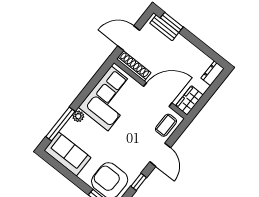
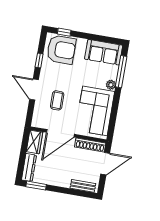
window: (172, 22) -> (36, 186), moved
dresser: (213, 73) -> (29, 168), width x1.44
coffee table: (166, 125) -> (57, 100), moved

